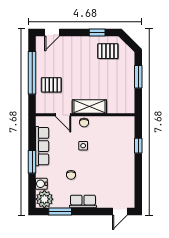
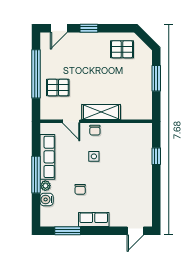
window: (97, 33) -> (89, 28), moved
window: (32, 162) -> (36, 175), width x1.44
plant: (44, 199) -> (45, 186), moved, width x0.53, depth x0.53

